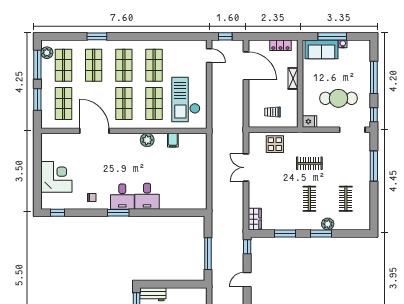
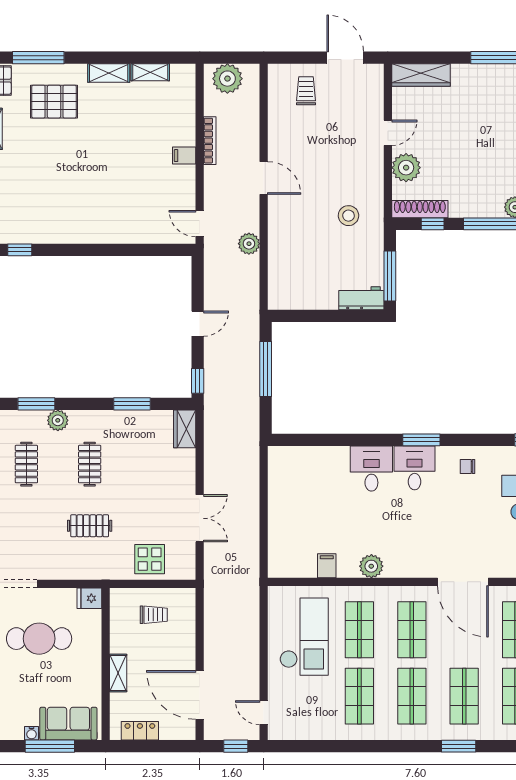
window: (321, 233) -> (36, 404), moved

